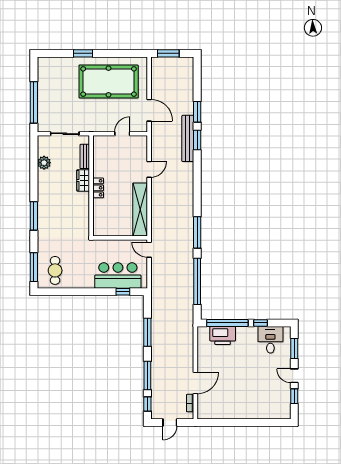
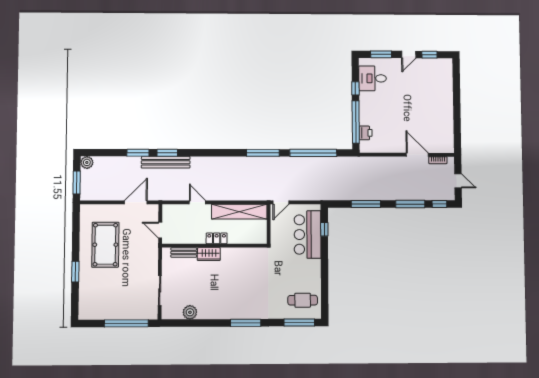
plant: (188, 63) -> (87, 162), added
pool table: (109, 82) -> (105, 245), width x0.73, depth x0.76
bench: (85, 156) -> (184, 252), moved
wardrobe: (83, 180) -> (209, 254), moved
wall: (91, 186) -> (214, 246), moved
locker: (98, 188) -> (217, 238), moved
printer: (223, 336) -> (366, 133), width x0.53, depth x0.68

